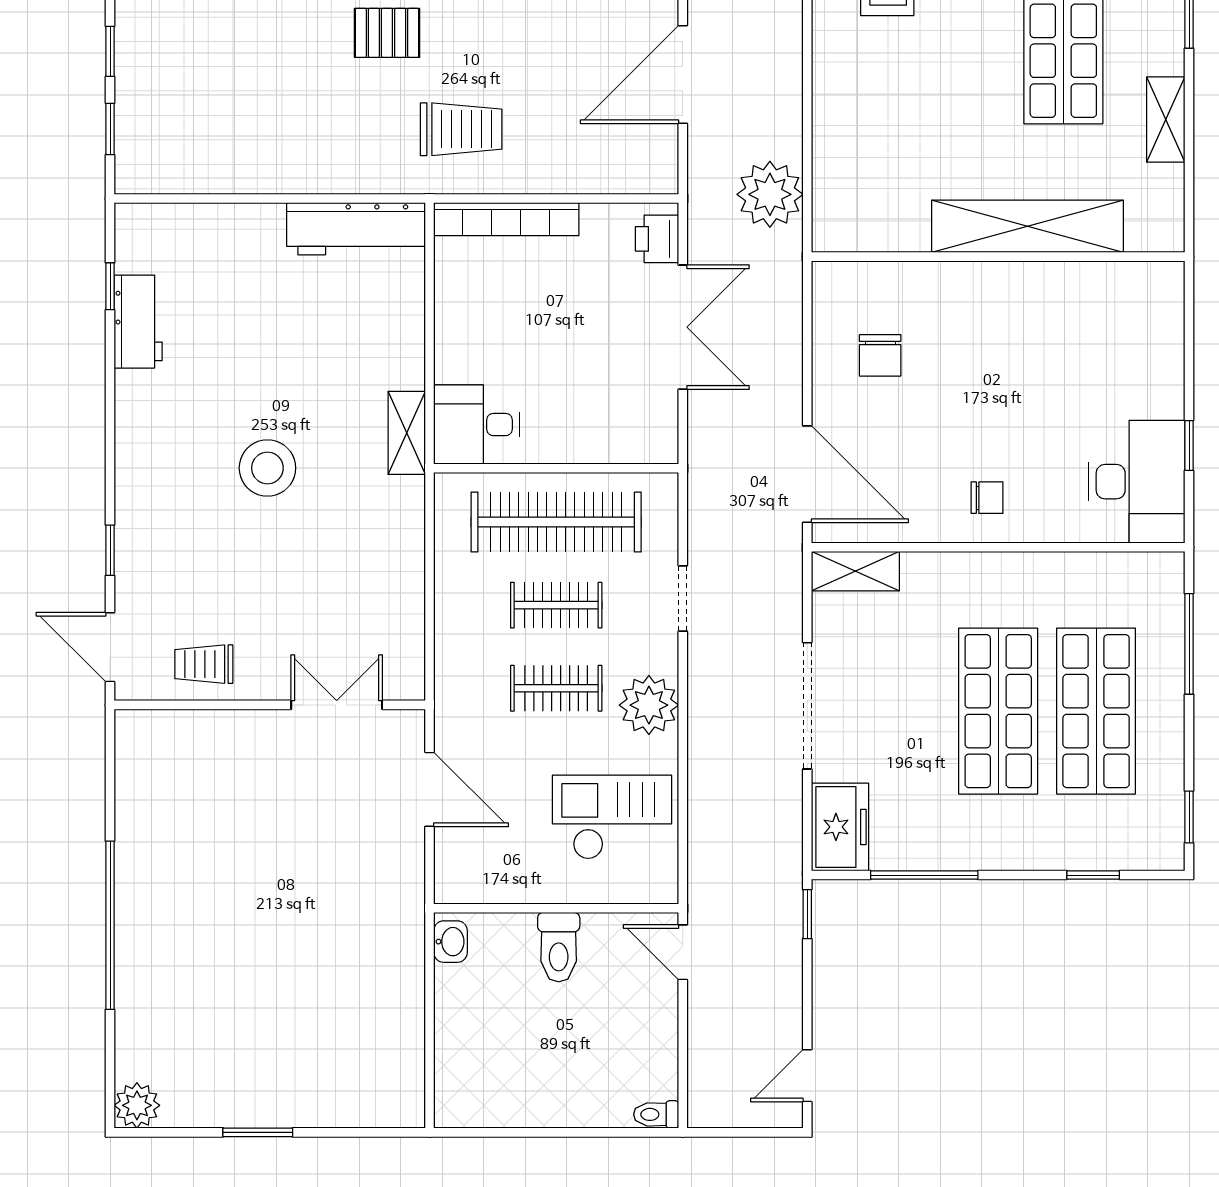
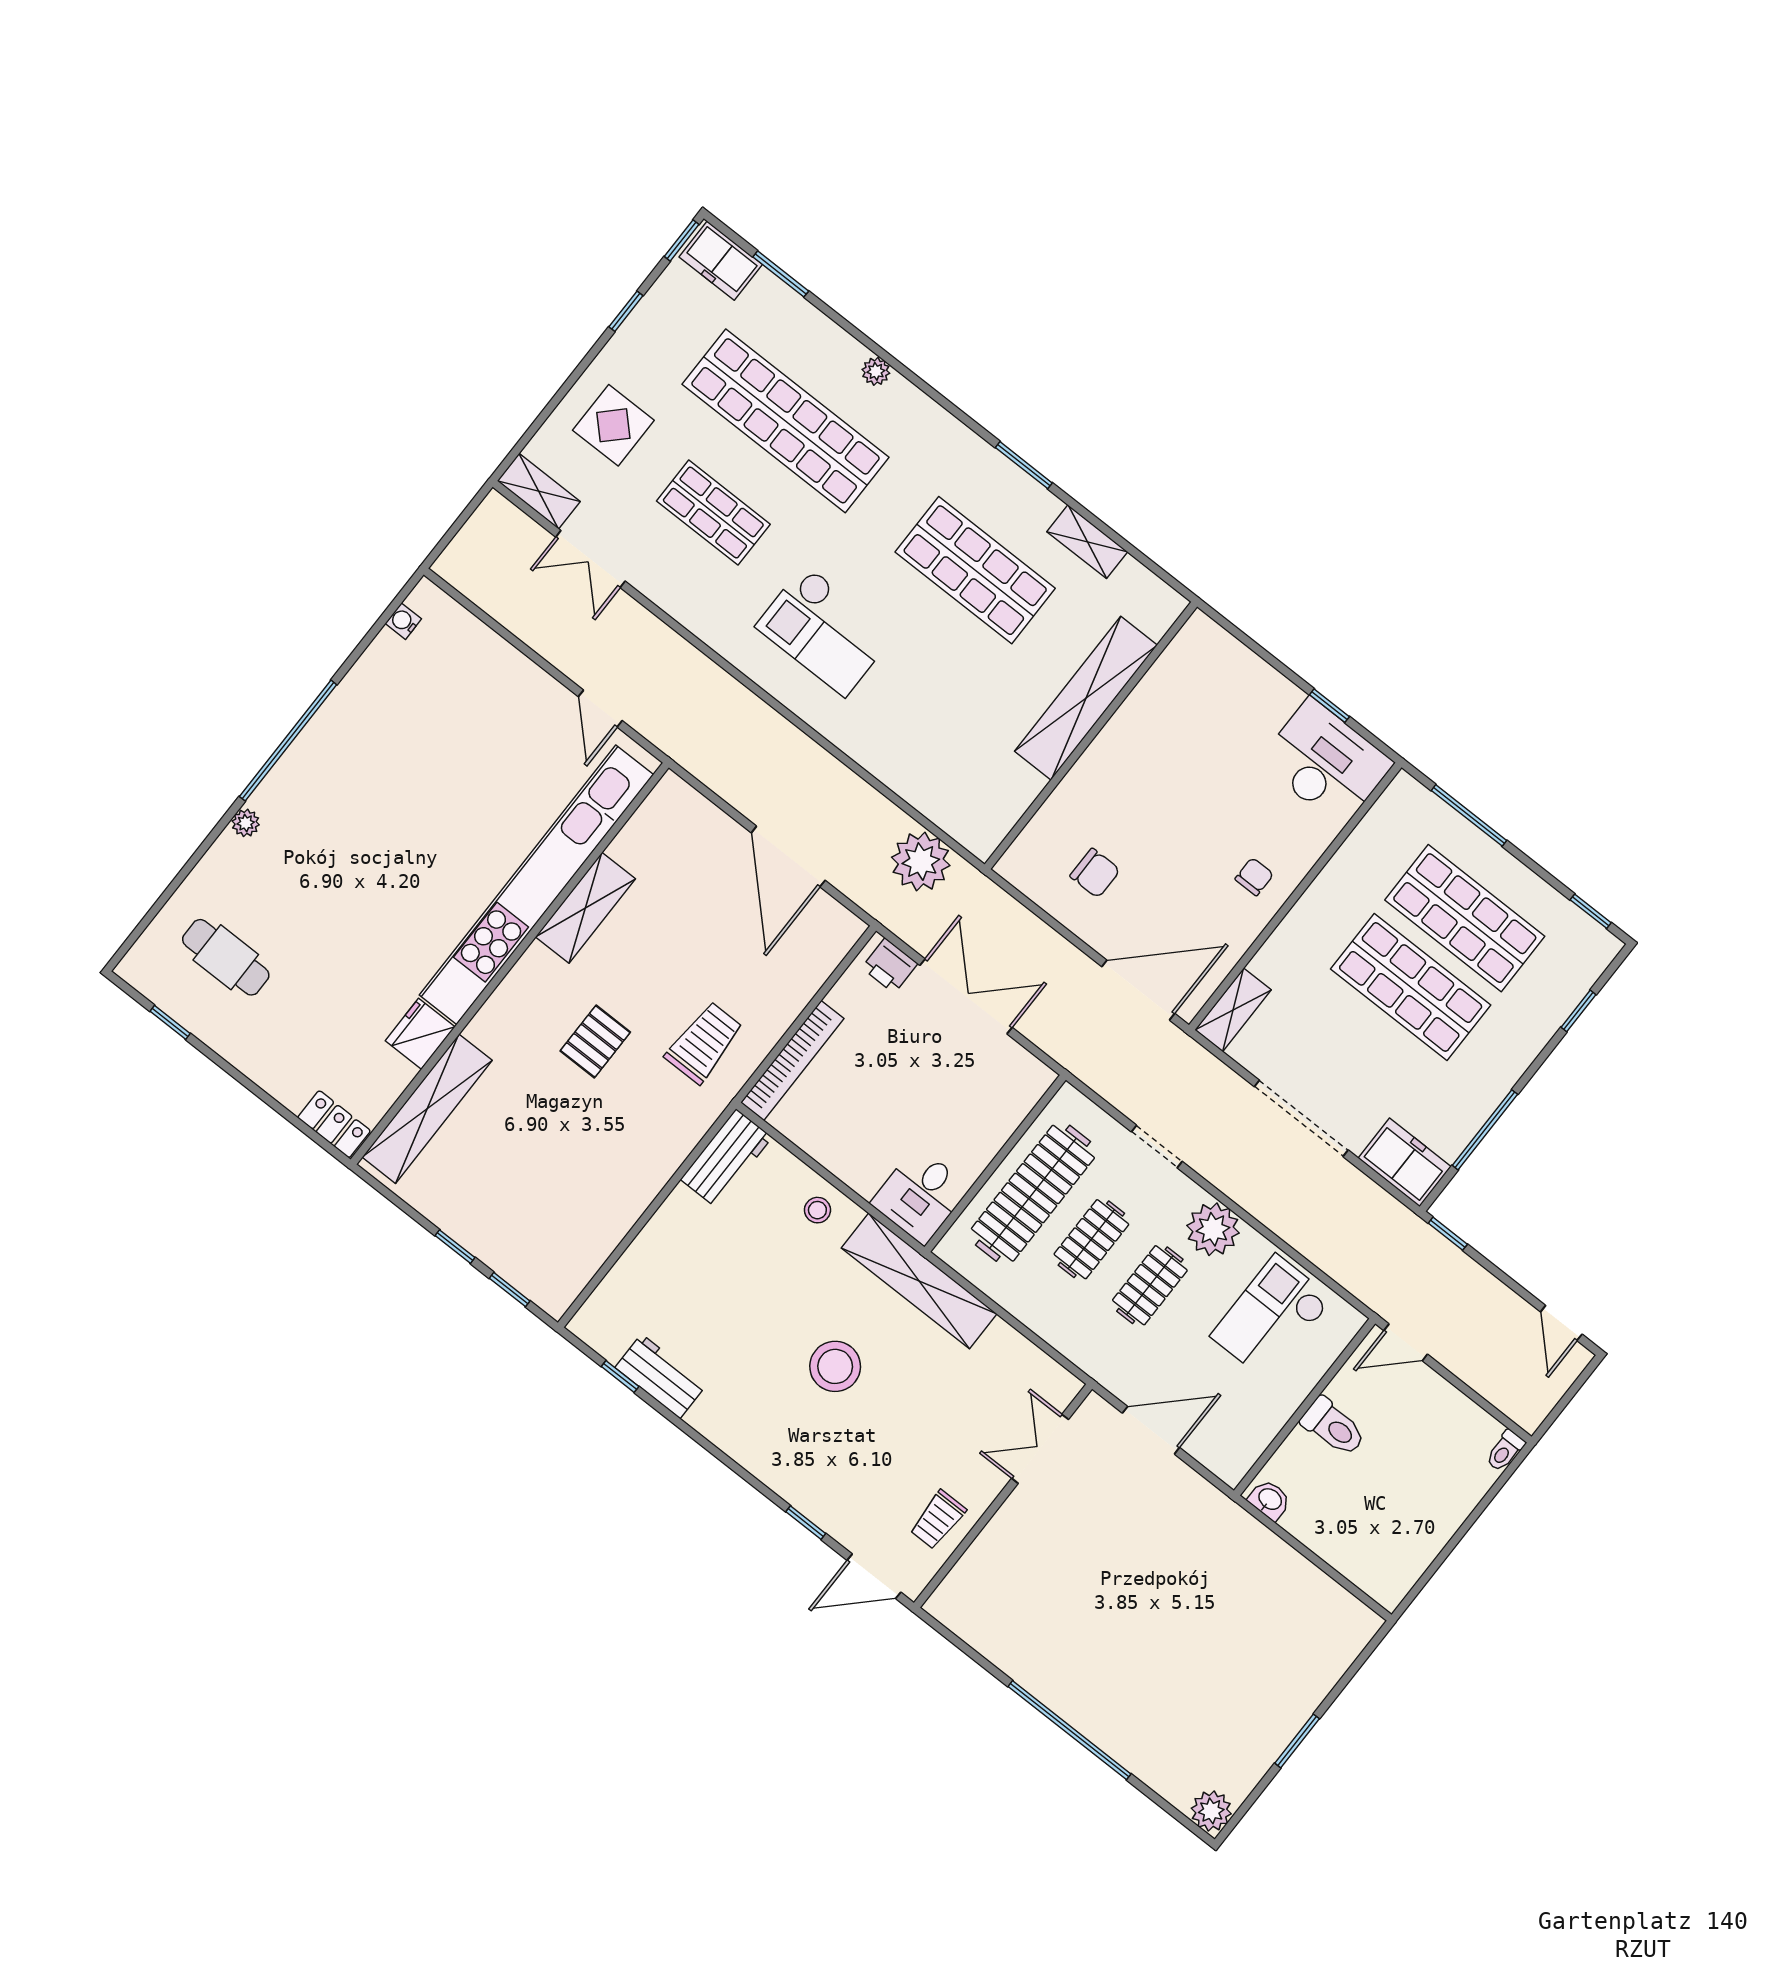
workbench: (356, 229) -> (726, 1158), width x0.73
stool: (392, 344) -> (817, 1210), added
shelving: (407, 433) -> (919, 1281), width x2.20, depth x1.33

